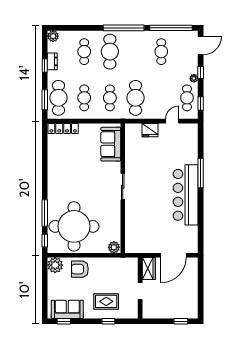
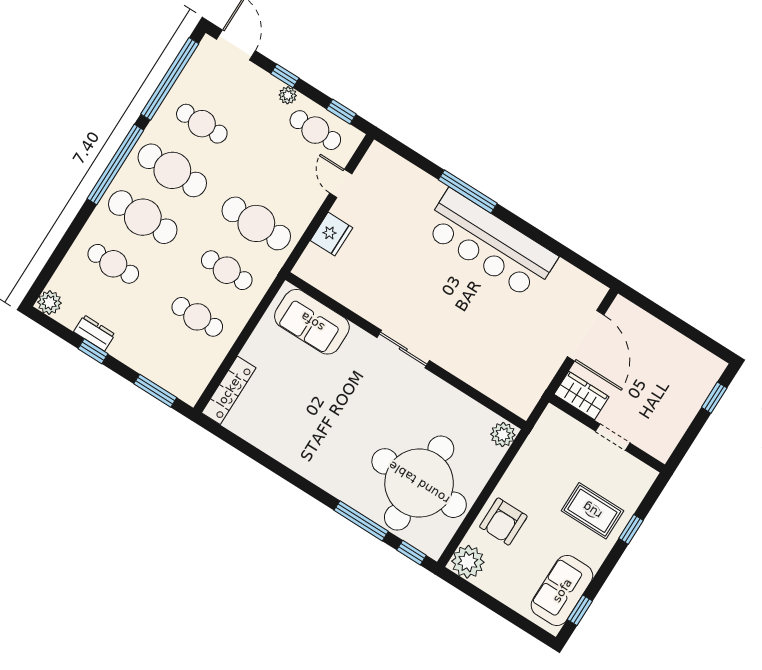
cafe table: (58, 98) -> (172, 170), moved
rug: (106, 301) -> (592, 511), turned 90

